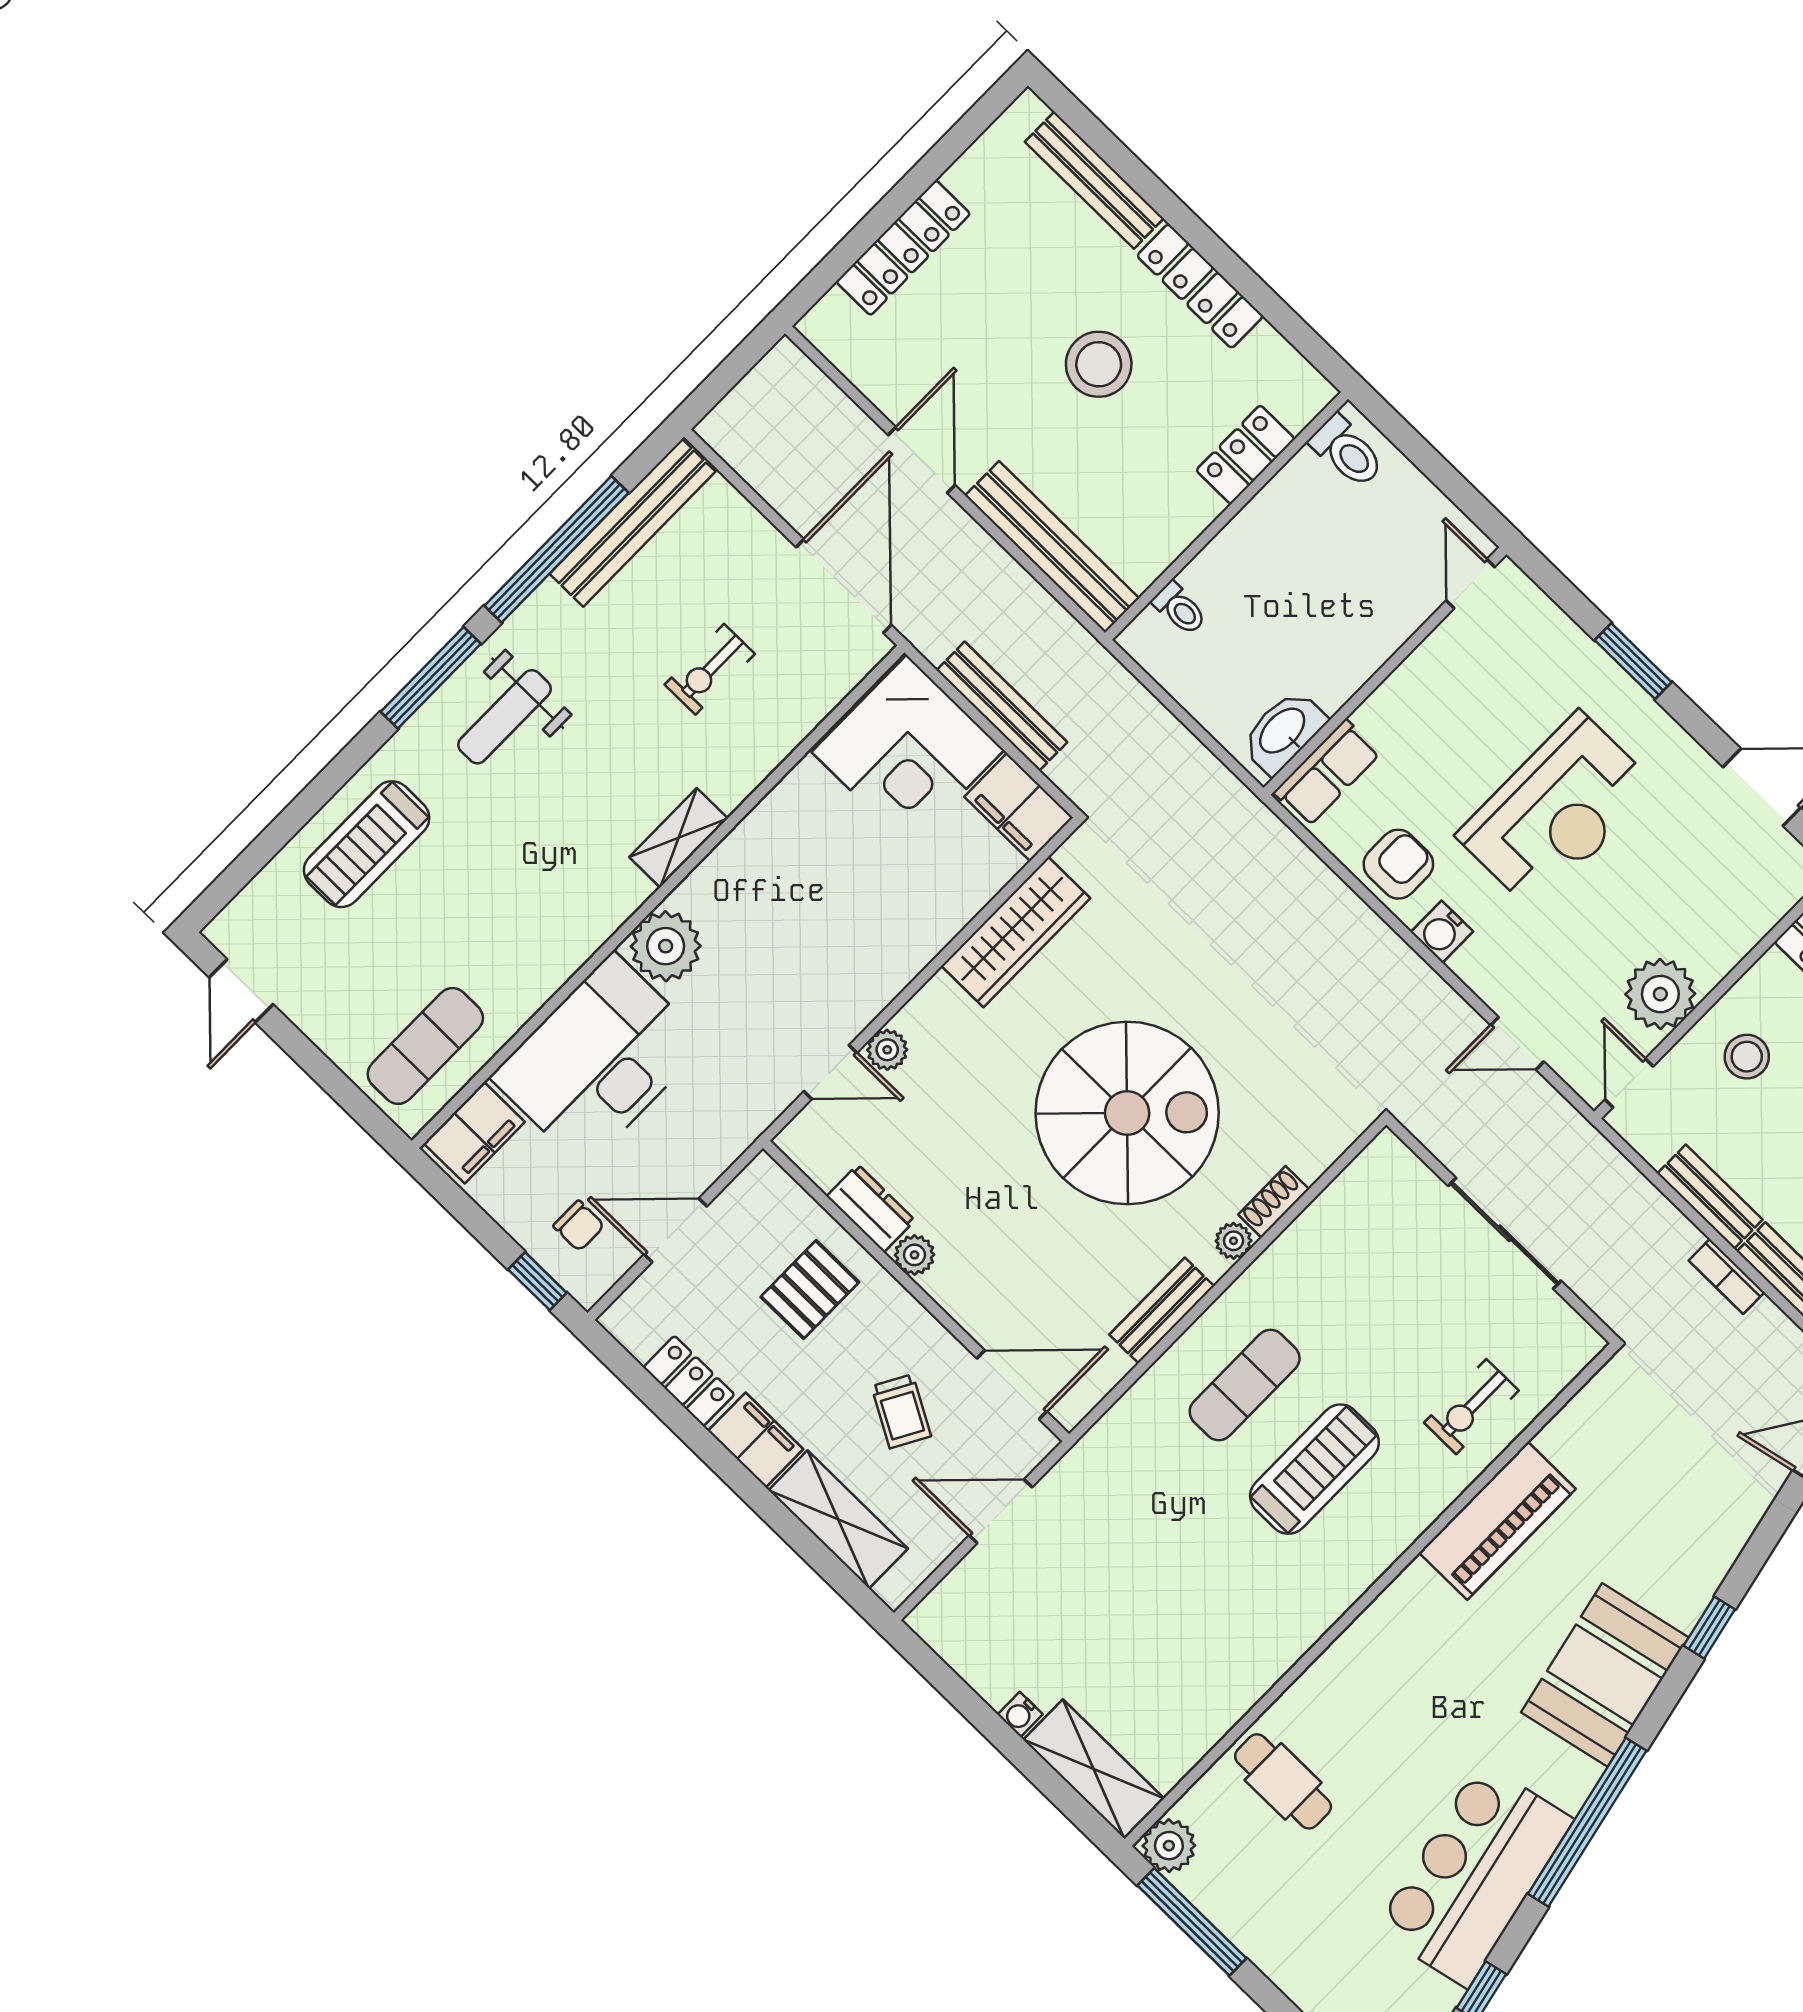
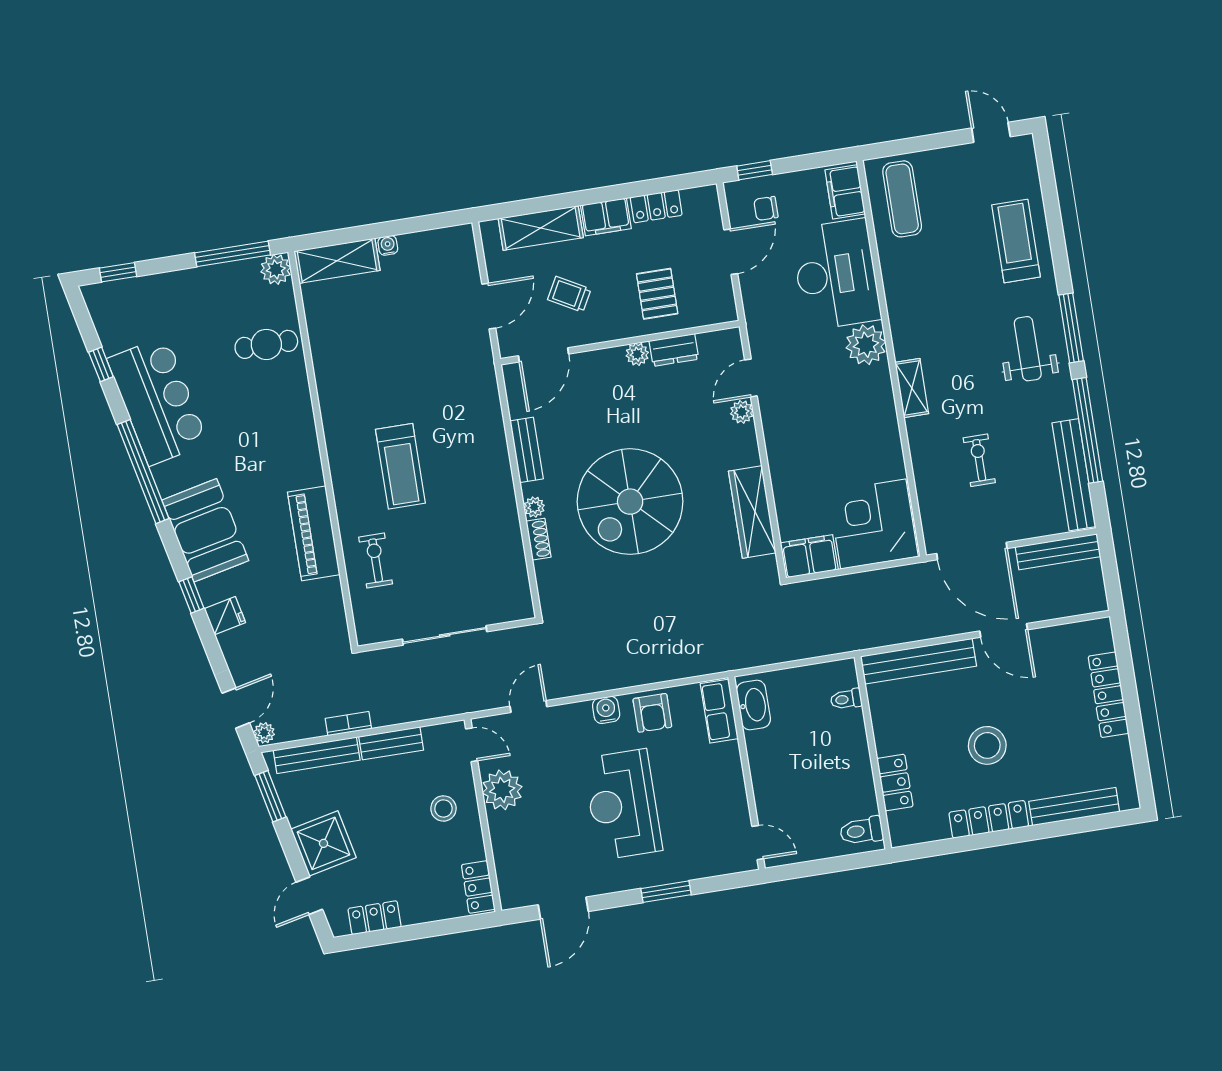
bench: (1002, 706) -> (1058, 552), moved
exercise mat: (1245, 1385) -> (463, 463), removed
fridge: (1703, 1560) -> (225, 616), added

